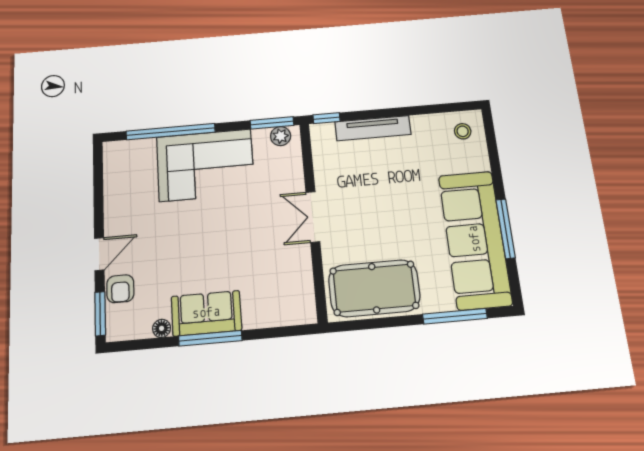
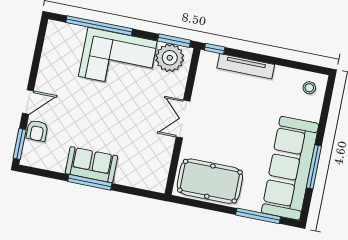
plant: (281, 136) -> (170, 58), width x1.88, depth x1.88
floor lamp: (162, 328) -> (59, 166), removed

